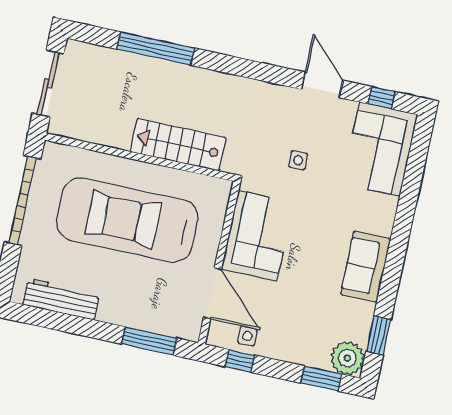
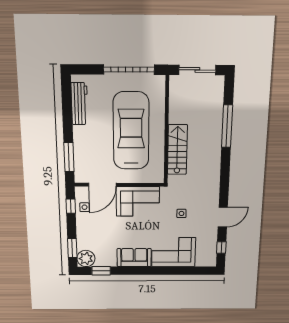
corner sofa: (380, 149) -> (174, 252), moved

